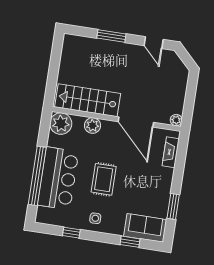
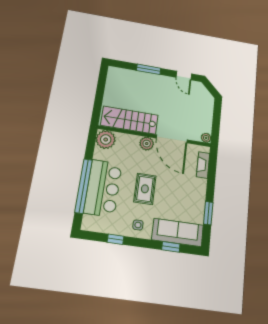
plant: (93, 126) -> (147, 144), moved
sofa: (145, 228) -> (178, 232), width x1.36

